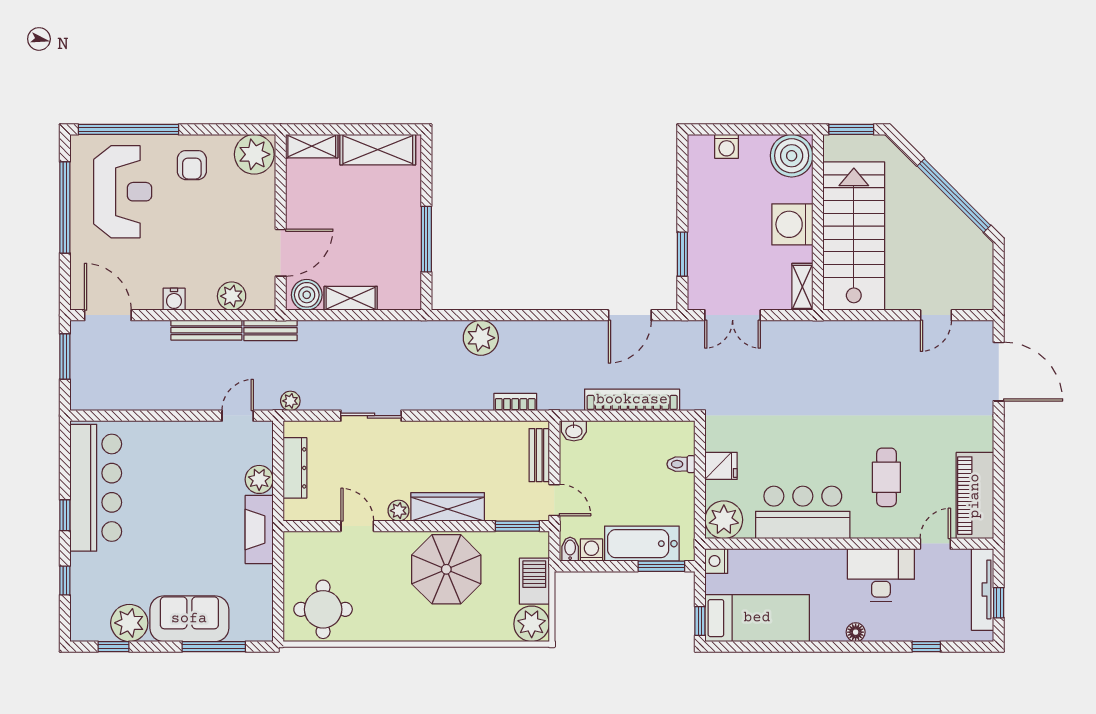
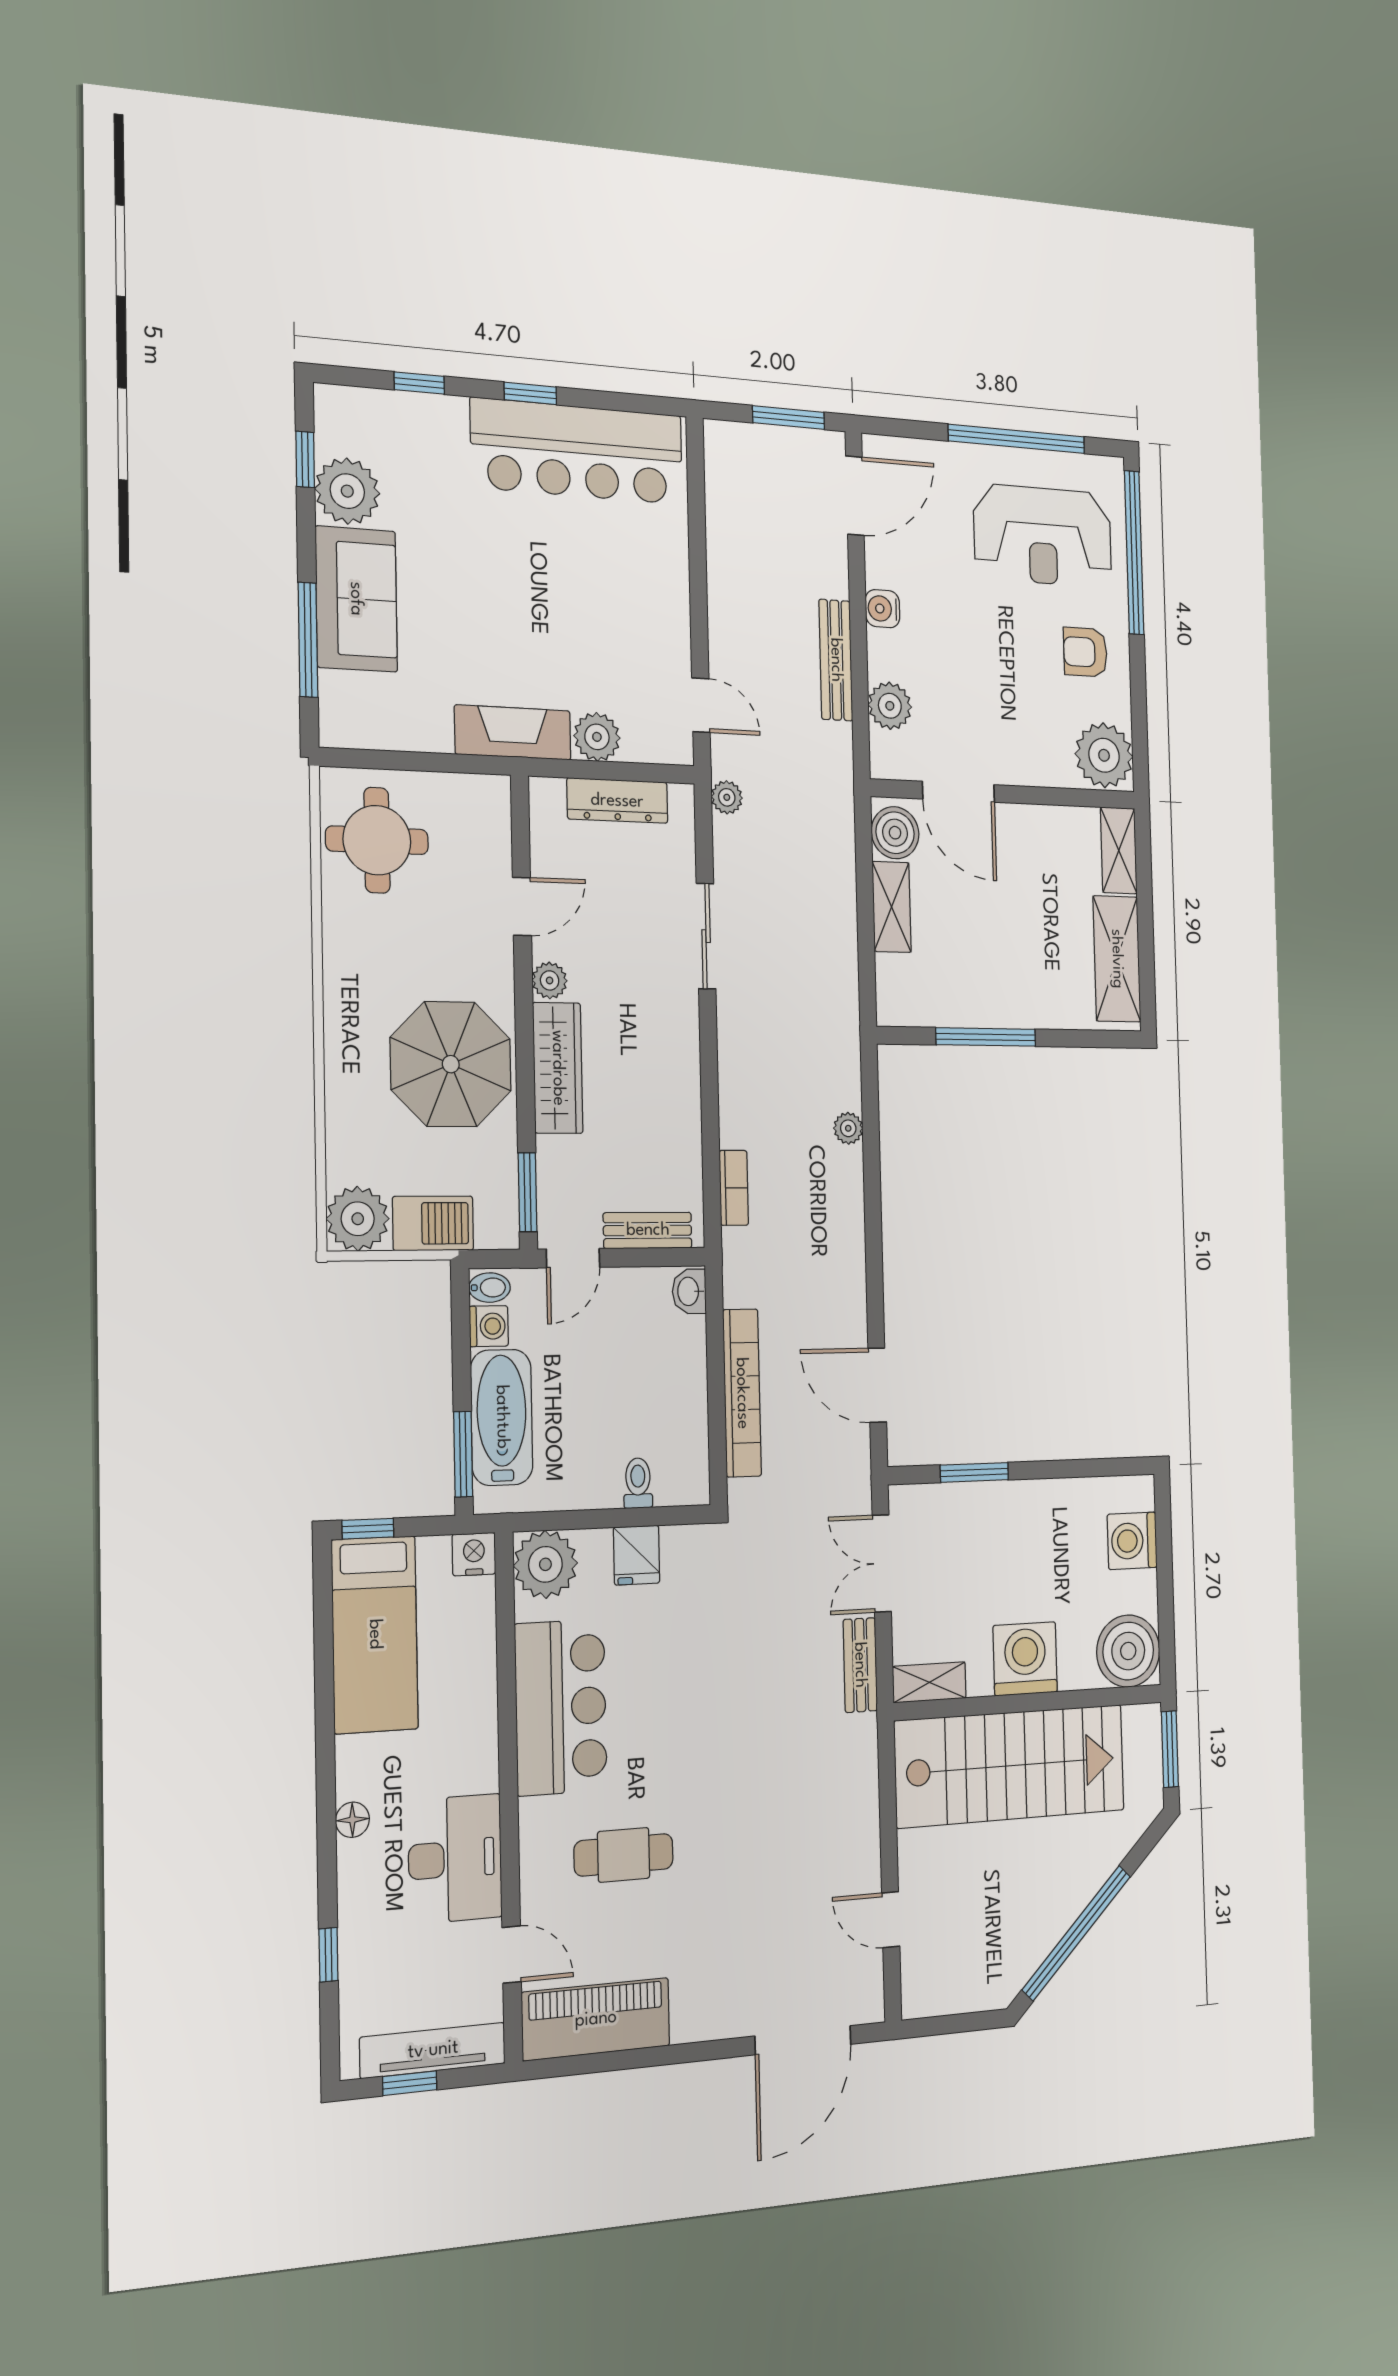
washing machine: (727, 146) -> (1132, 1541), width x1.38, depth x1.38
bench: (270, 330) -> (860, 1665), moved
plant: (481, 338) -> (848, 1128), width x0.53, depth x0.53

